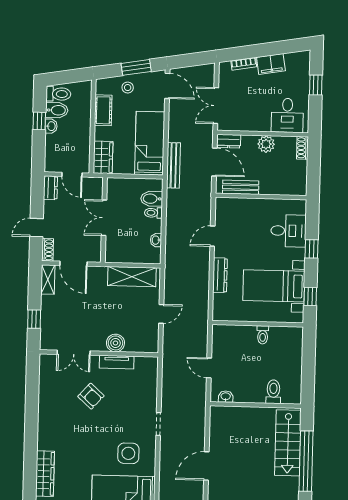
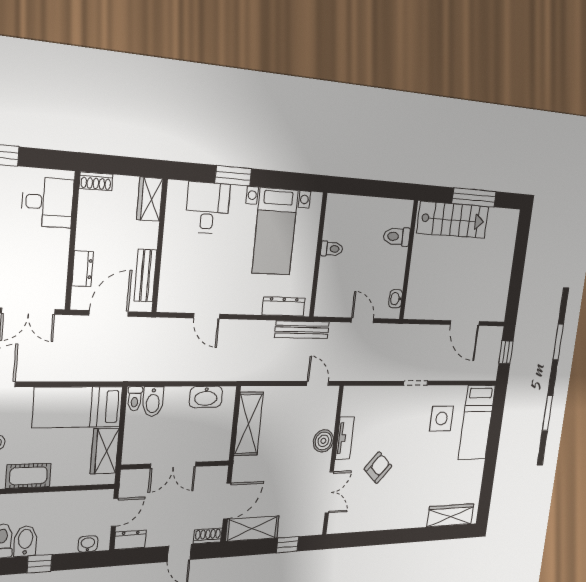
washbasin: (51, 126) -> (88, 544), moved
dresser: (229, 141) -> (83, 269), moved
plant: (266, 144) -> (88, 236), removed
wardrobe: (103, 157) -> (105, 451), moved, turned -90
bench: (173, 165) -> (302, 330), moved
wardrobe: (293, 187) -> (150, 199), added
toilet: (153, 213) -> (135, 399), moved
washbasin: (156, 240) -> (206, 397), width x1.91, depth x1.45
window: (311, 249) -> (233, 176), width x1.50
dresser: (220, 275) -> (284, 306), moved
shelving: (48, 280) -> (252, 529), width x1.50, depth x1.33
window: (310, 296) -> (292, 181), removed
door: (161, 314) -> (318, 383), moved
door: (209, 368) -> (362, 320), swing flipped
window: (306, 461) -> (474, 197), width x0.68

